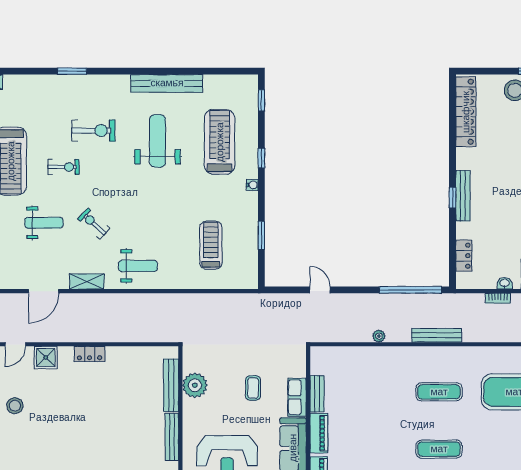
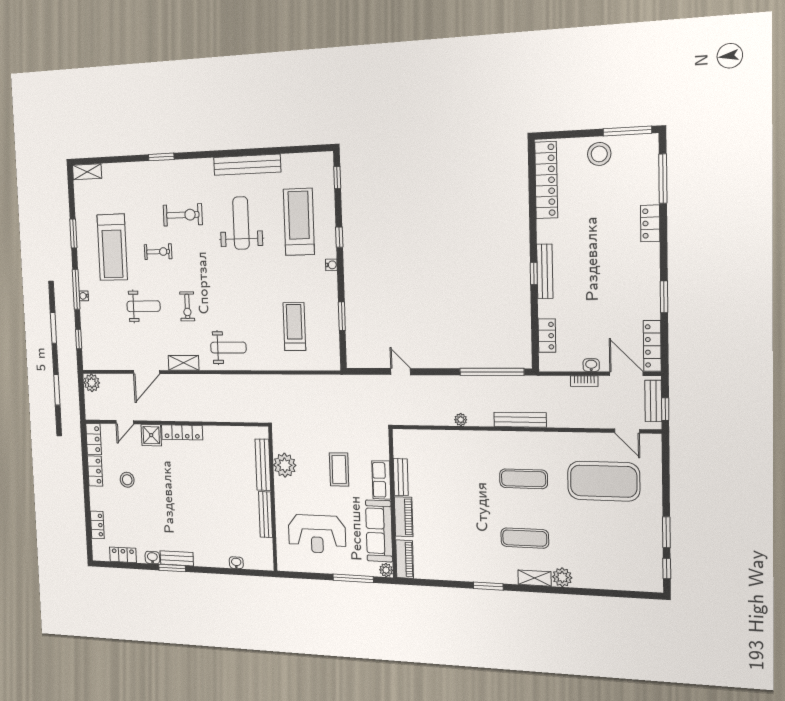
exercise bike: (94, 224) -> (187, 306), turned -133
locker: (90, 354) -> (182, 432), width x1.53
coffee table: (253, 388) -> (339, 469), width x1.36, depth x1.30

